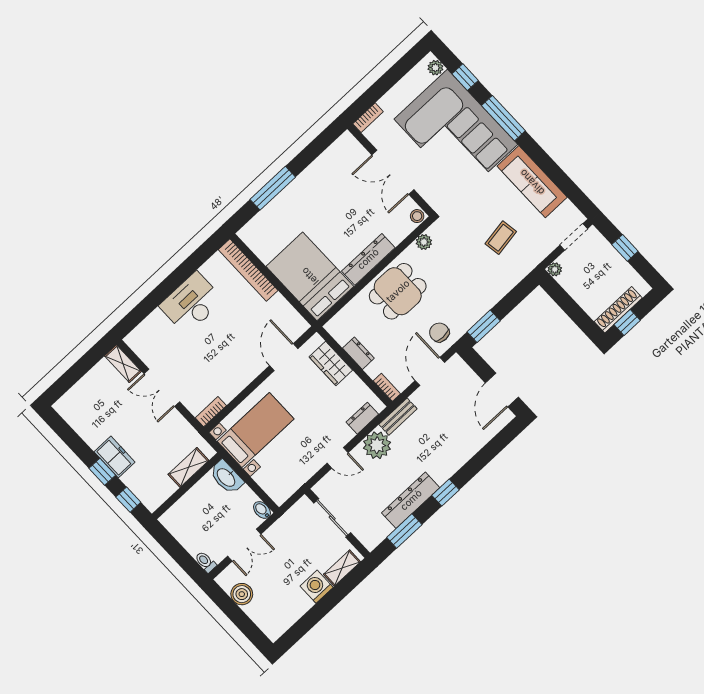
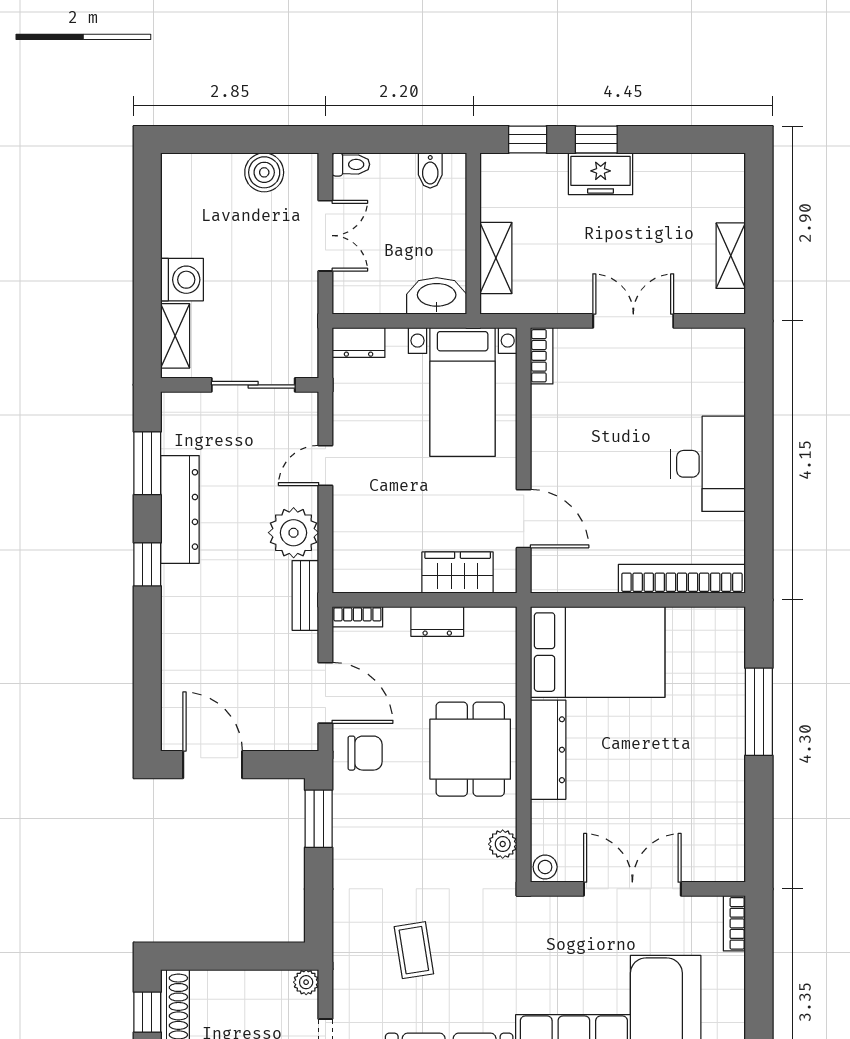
shelving: (123, 364) -> (731, 256), moved, turned 90
dresser: (362, 418) -> (359, 343), moved, turned 90
bidet: (262, 510) -> (430, 171), moved, turned 90
double door: (244, 545) -> (325, 236), swing flipped

